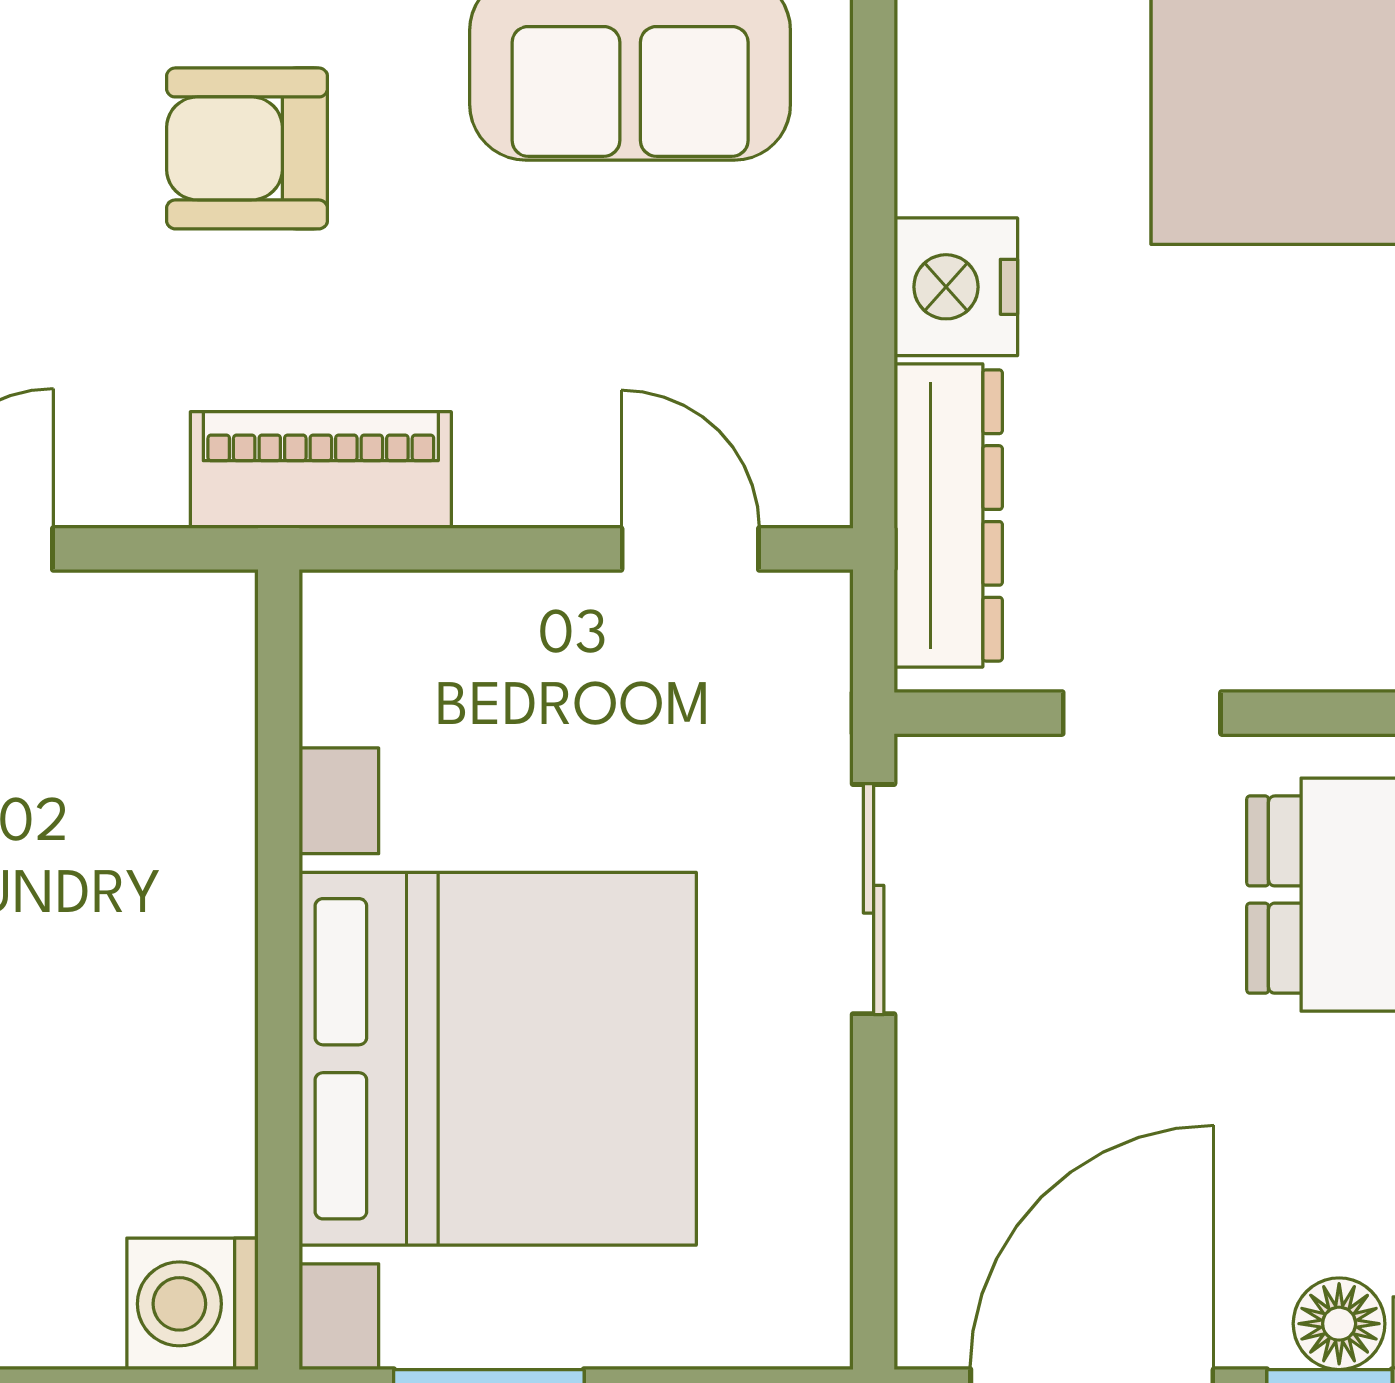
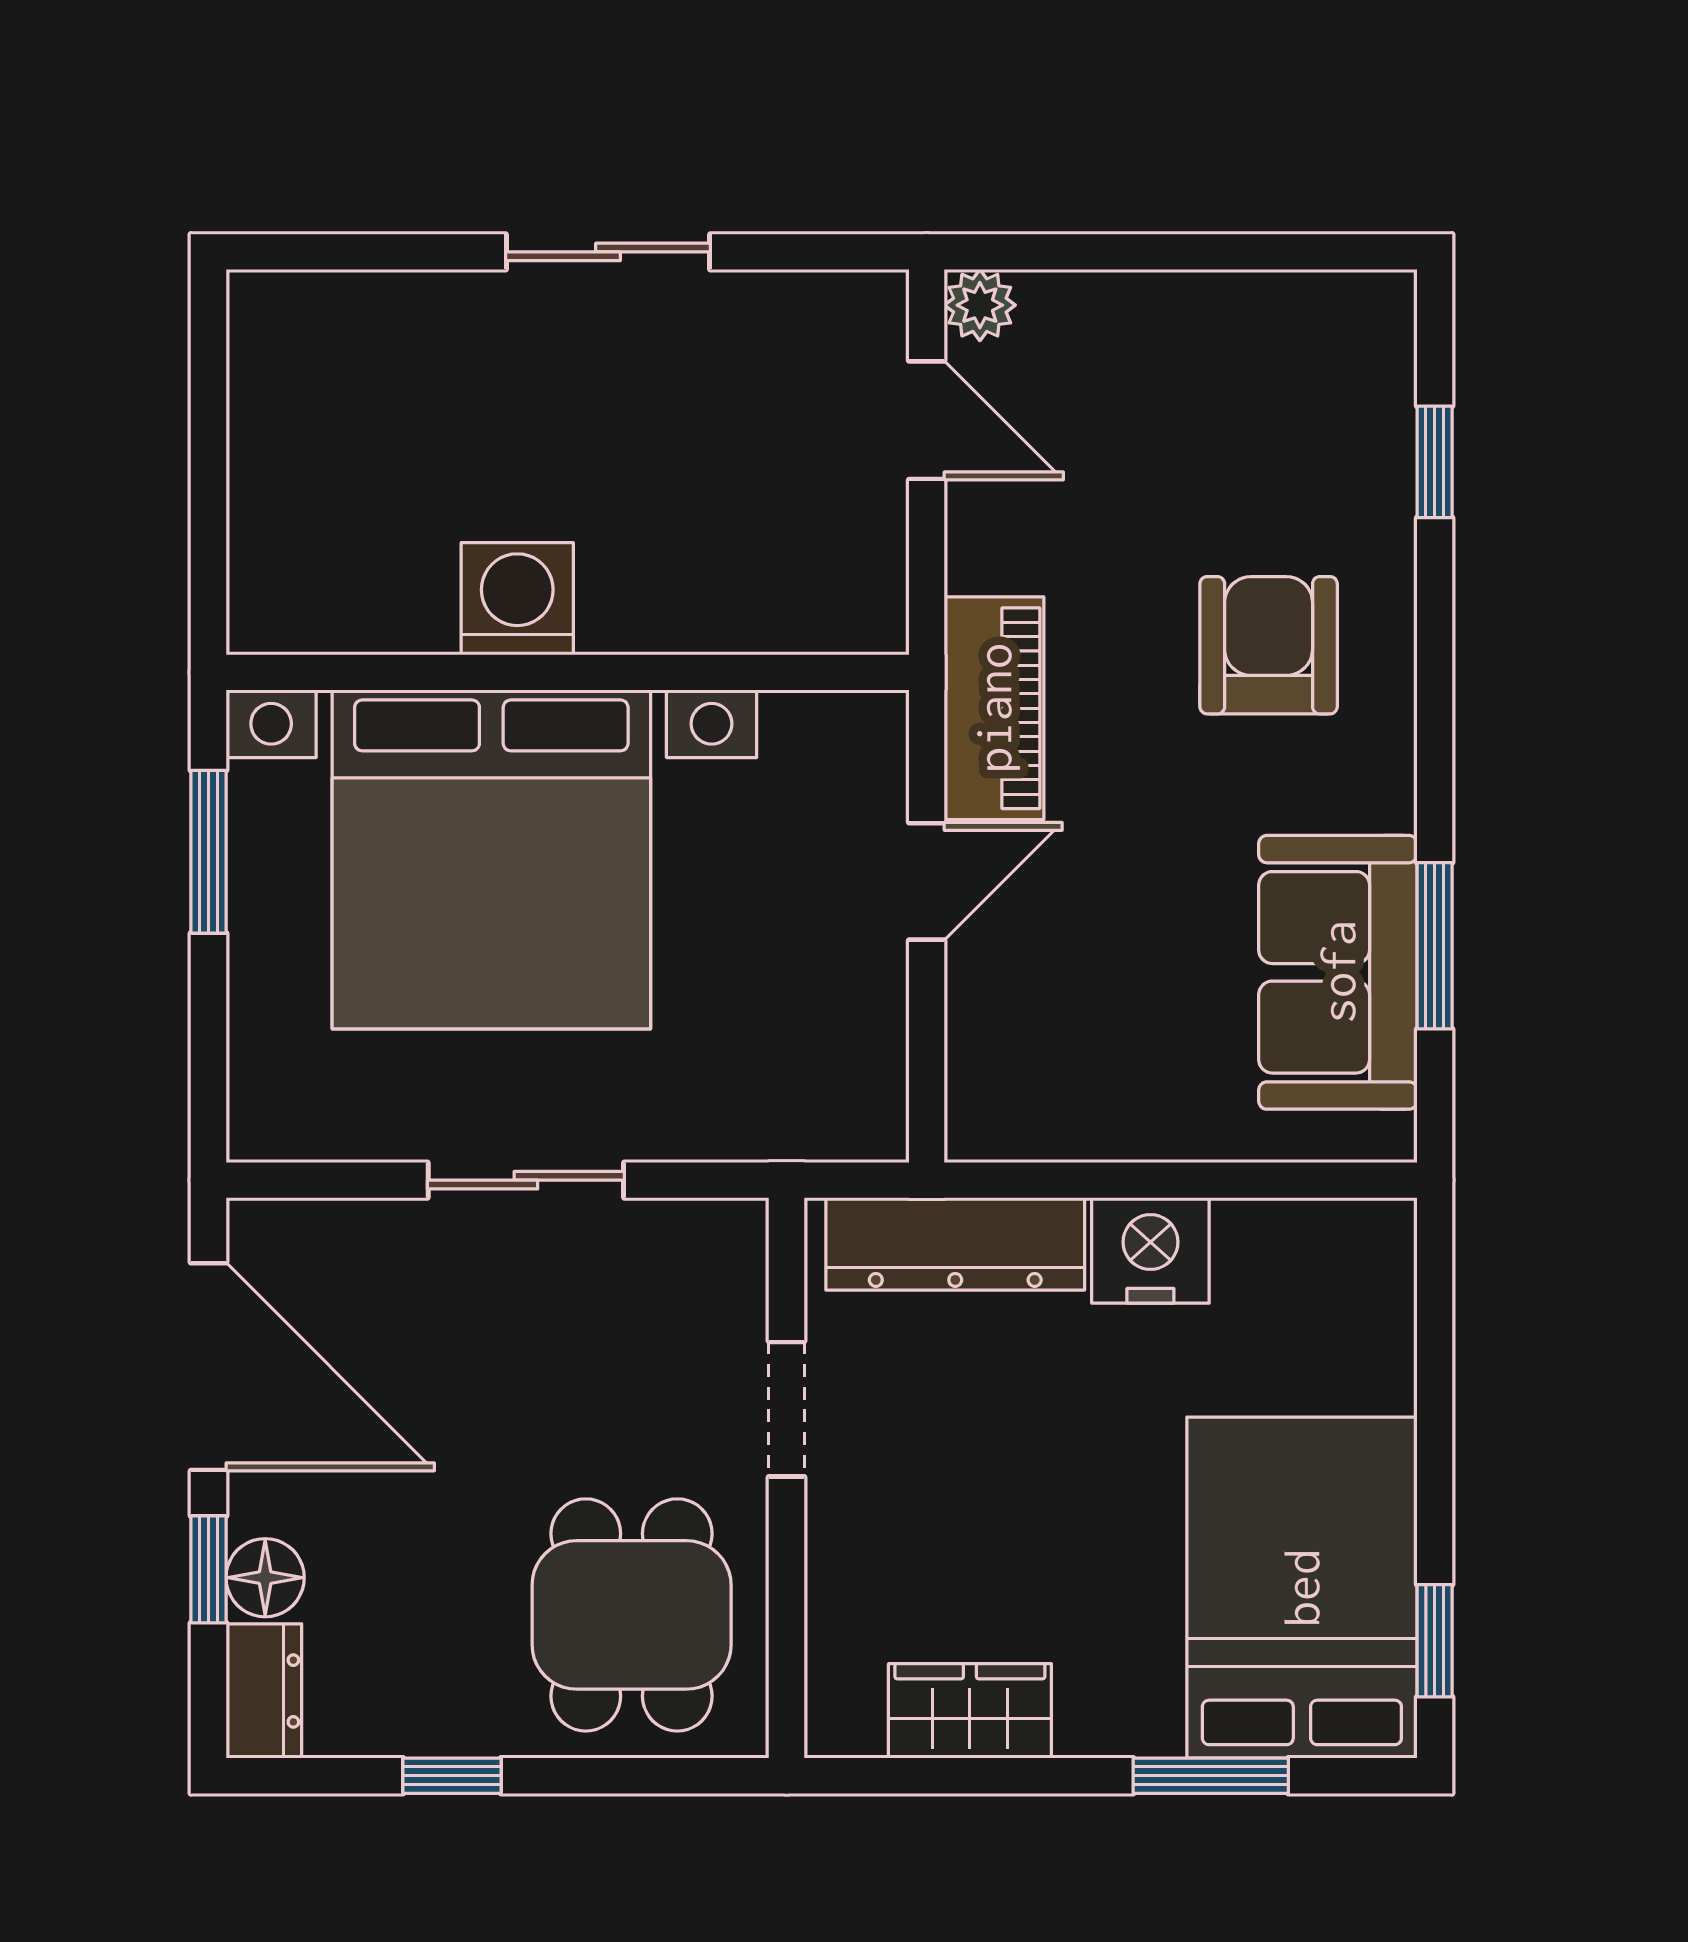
door: (690, 549) -> (927, 881), moved
sliding door: (874, 899) -> (526, 1180), moved
washing machine: (193, 1304) -> (517, 599), moved

